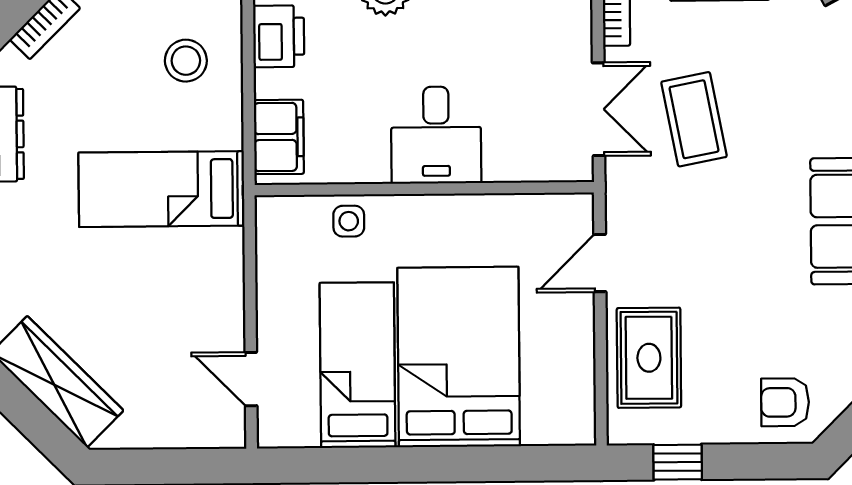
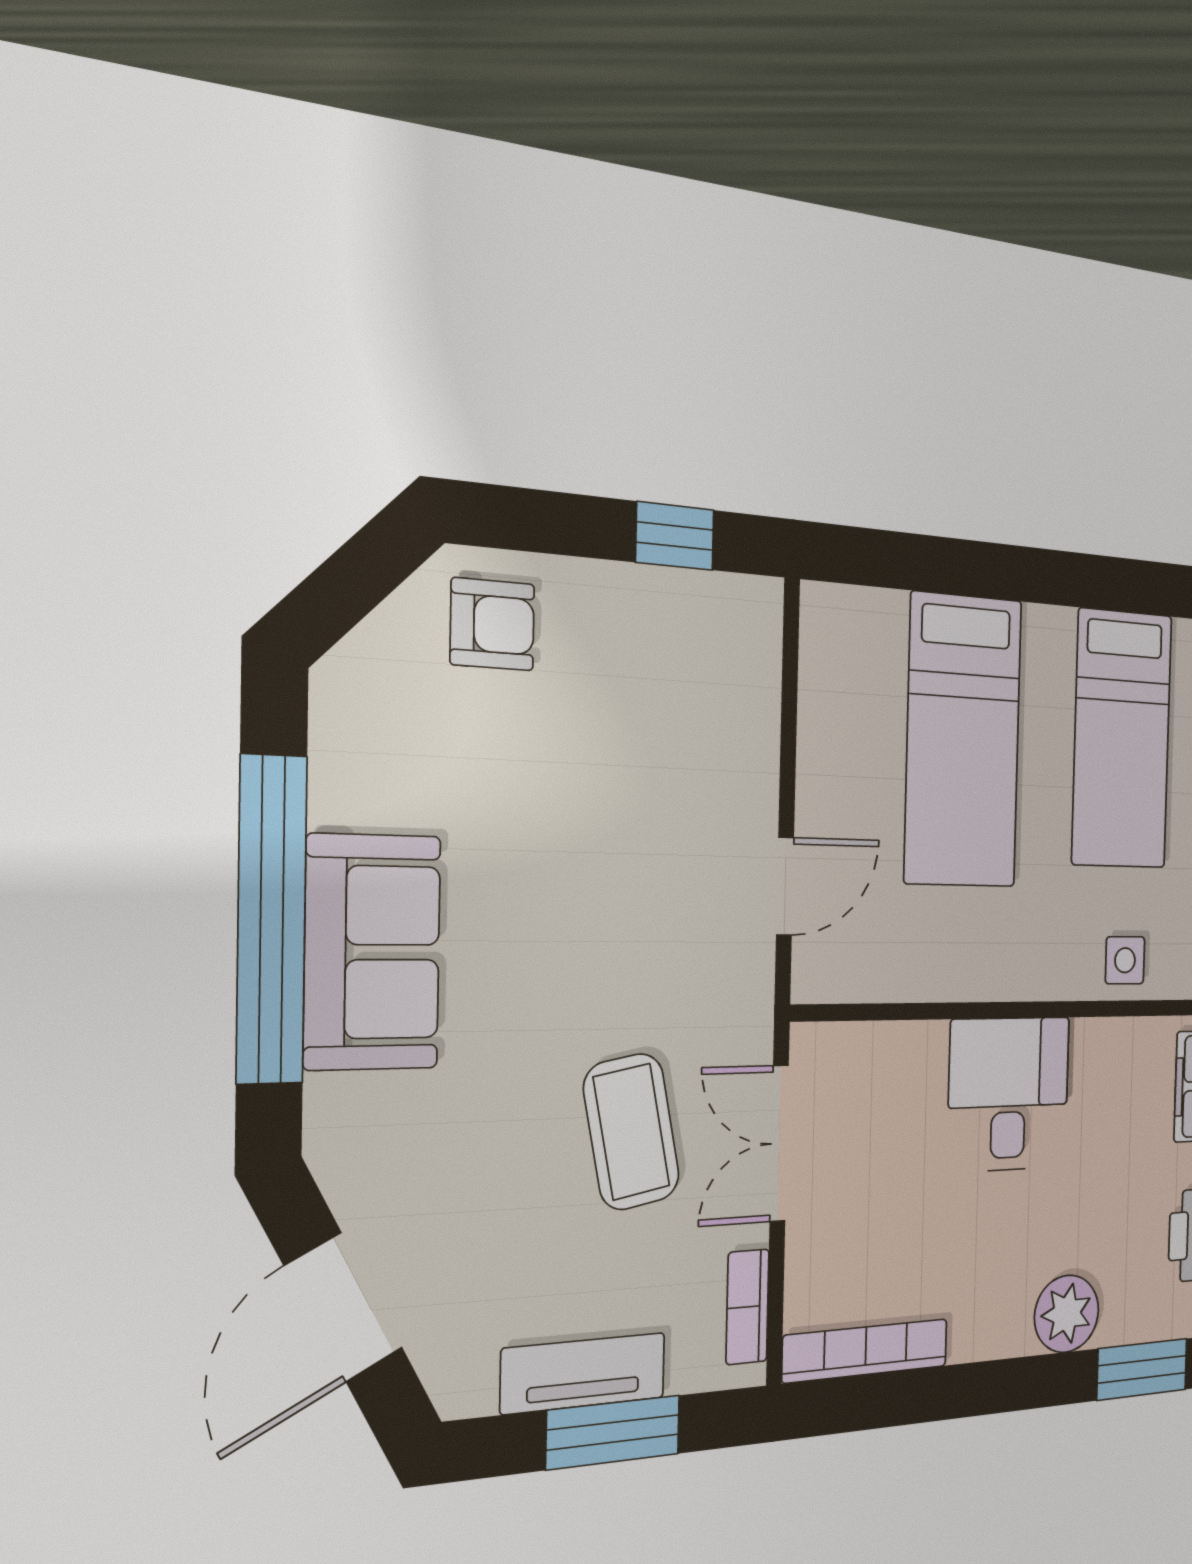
bed: (459, 357) -> (963, 741), width x0.67
rug: (649, 358) -> (715, 722), removed

